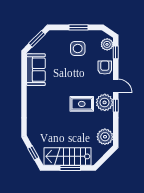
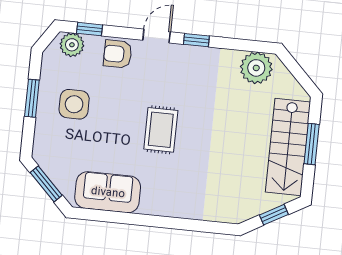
plant: (105, 102) -> (188, 62), removed
rug: (82, 104) -> (161, 130), moved

